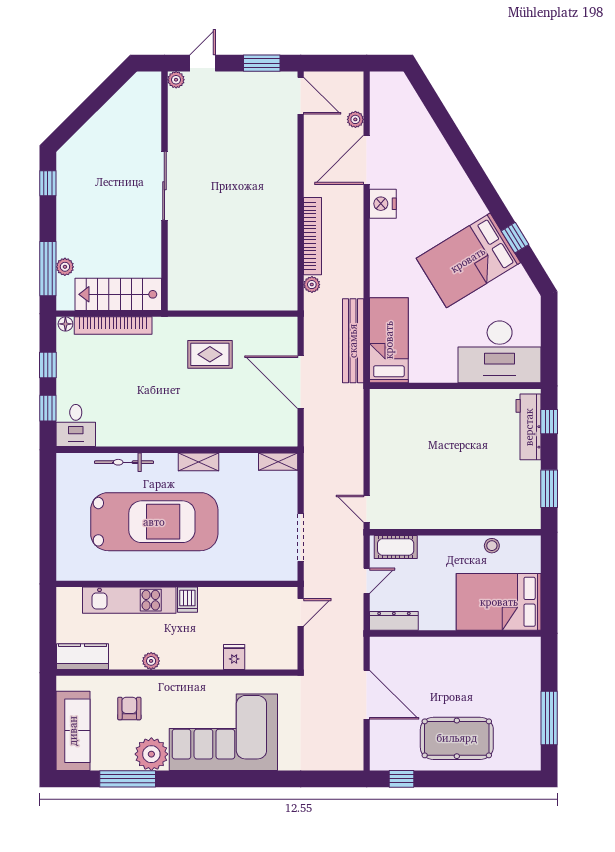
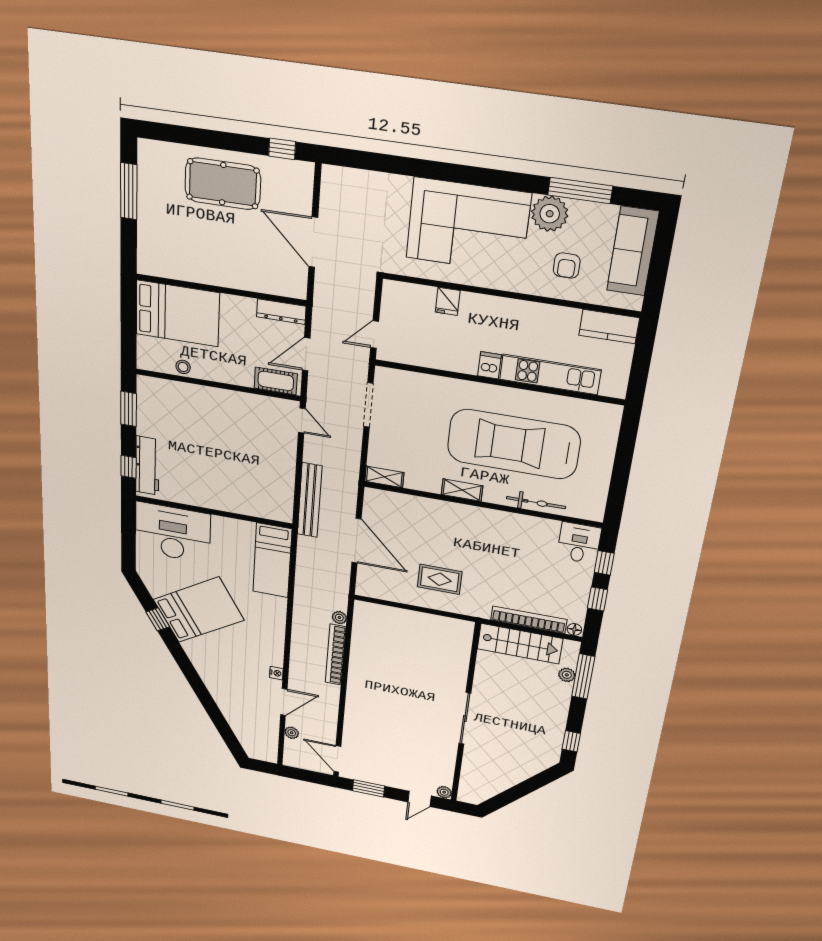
door: (367, 160) -> (284, 702), width x0.73
nightstand: (383, 204) -> (276, 673), width x0.53, depth x0.56
bench: (353, 341) -> (310, 500), moved
door: (367, 581) -> (306, 354), width x1.38
plant: (151, 661) -> (536, 311), removed

